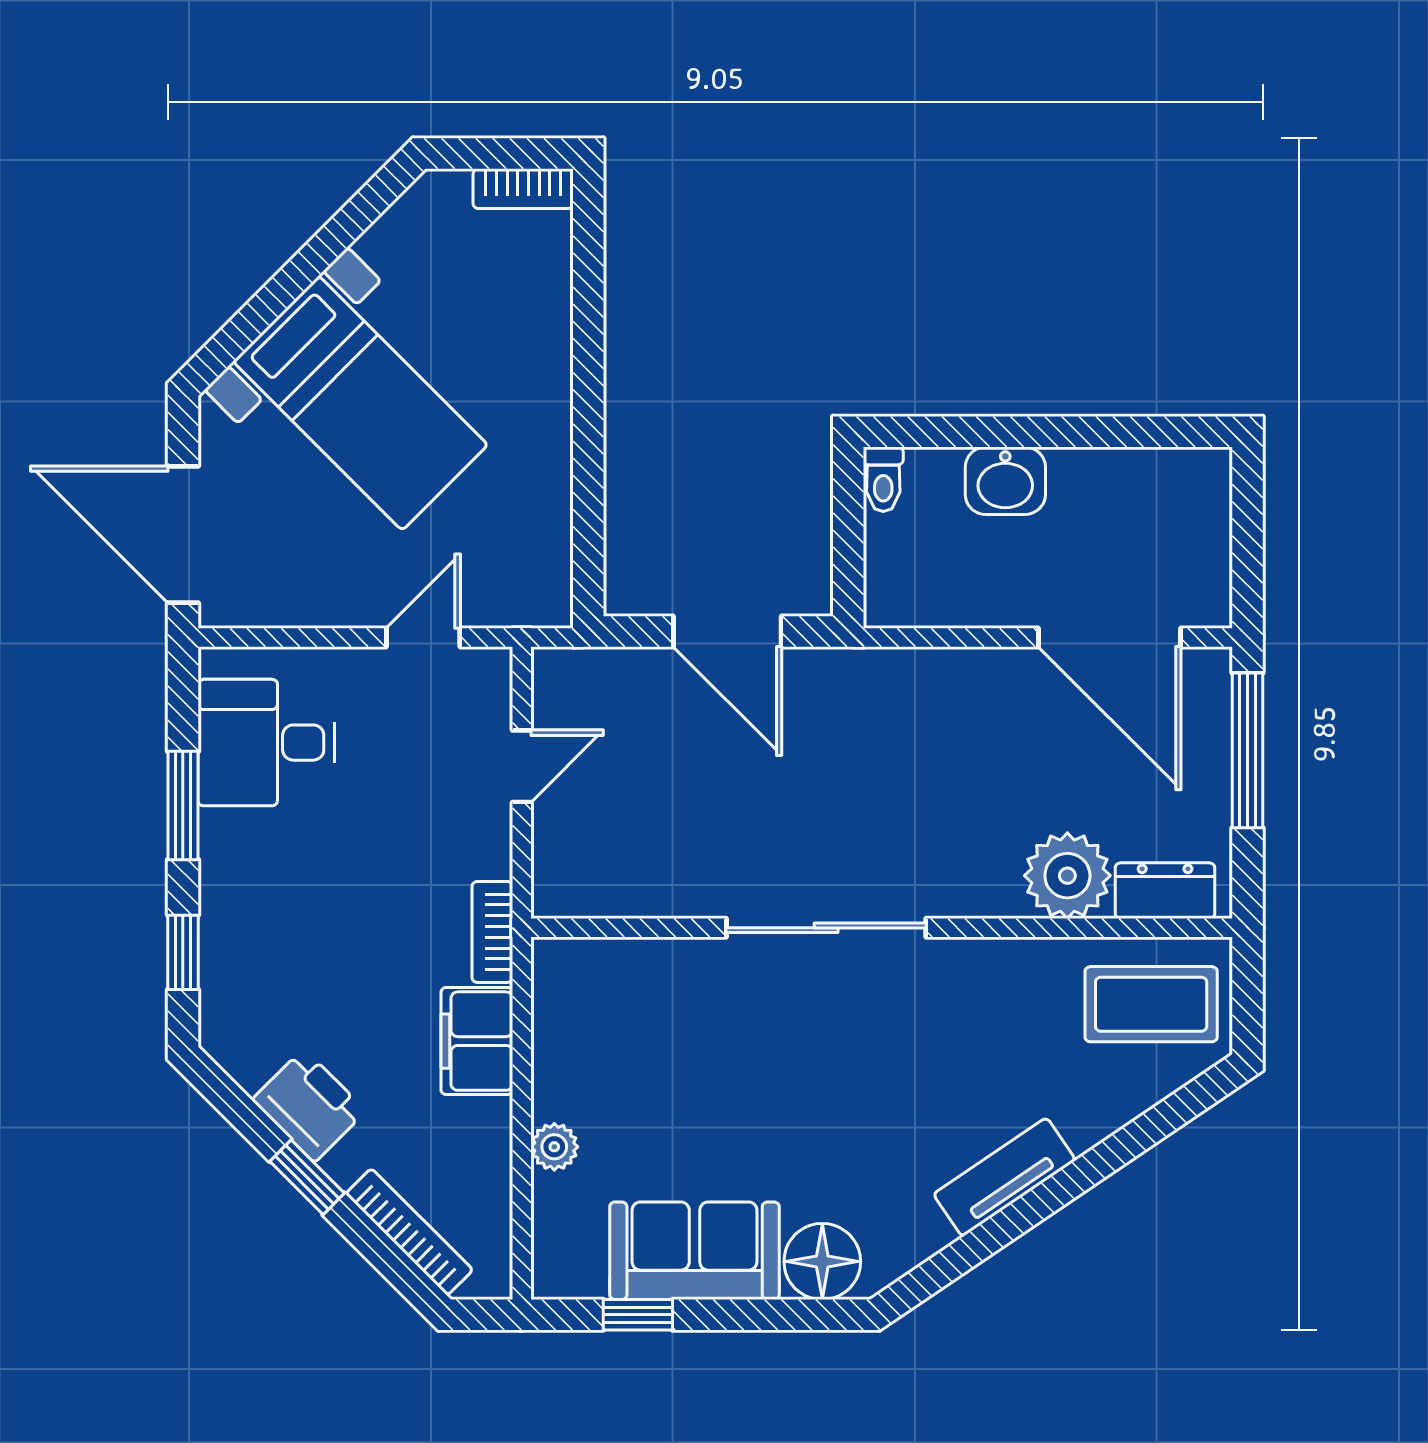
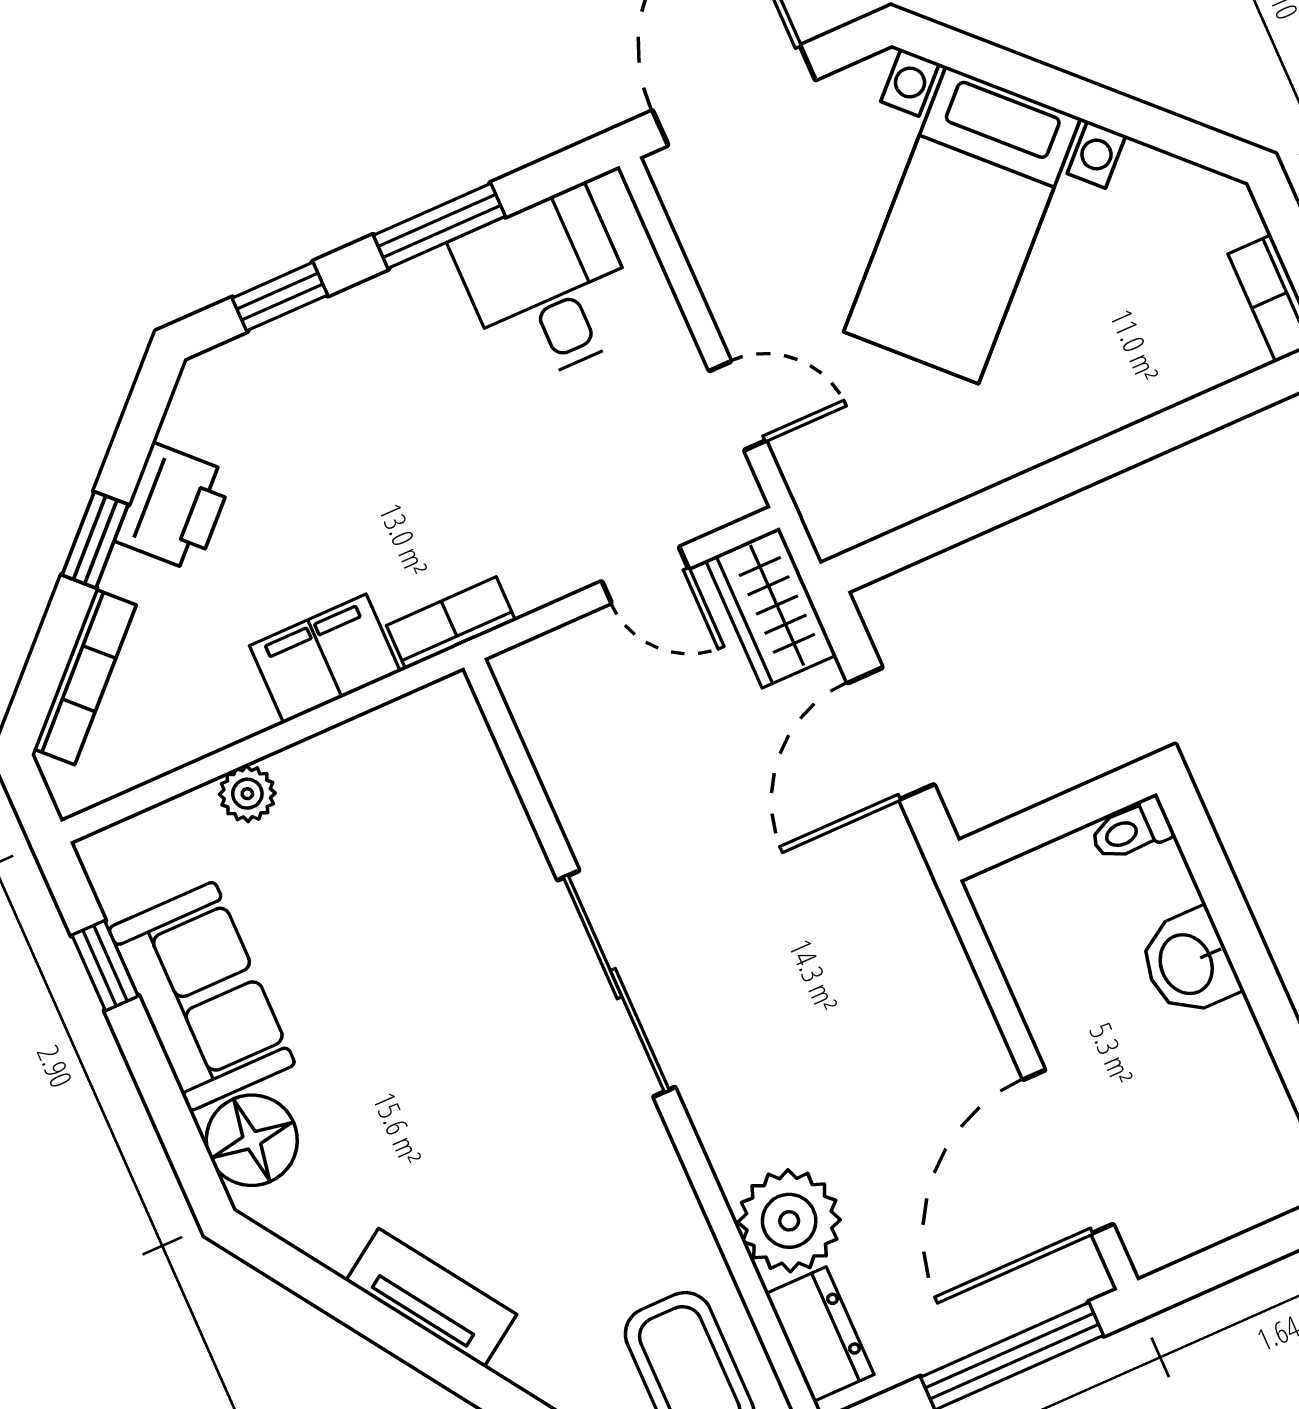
wardrobe: (590, 681) -> (771, 608), added

